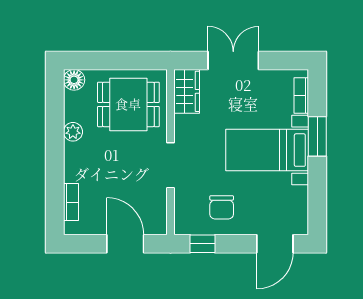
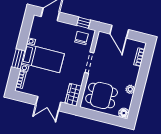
chair: (222, 207) -> (82, 38), moved

